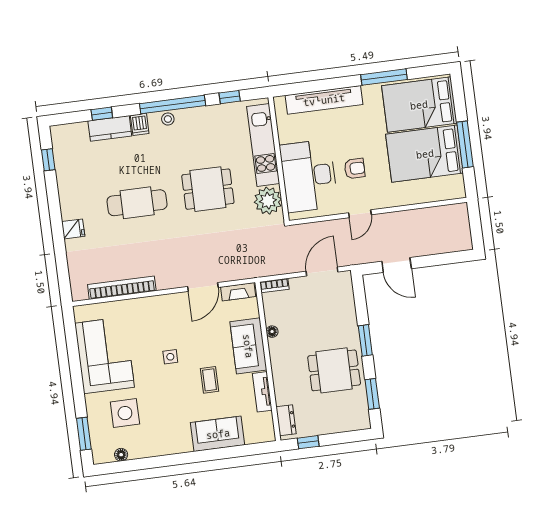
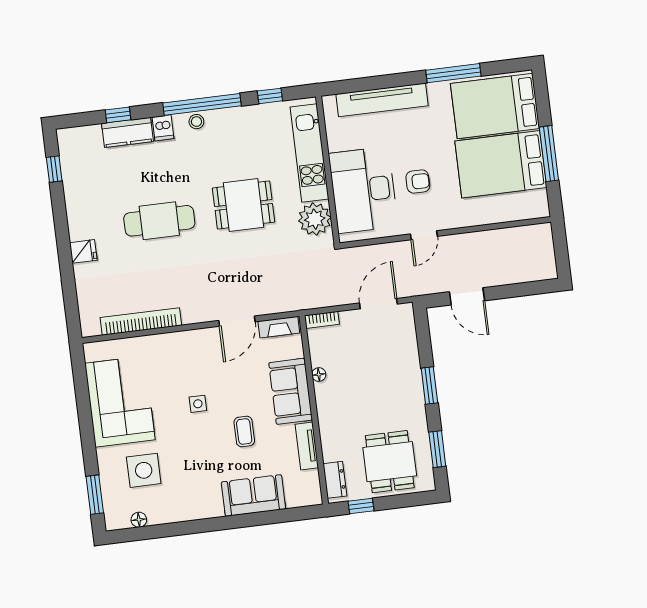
dining table: (334, 370) -> (390, 462), moved, turned 90

